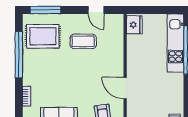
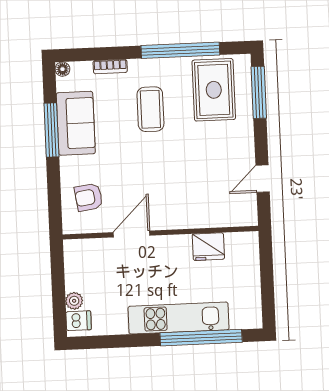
fridge: (134, 25) -> (208, 247), moved
coffee table: (83, 41) -> (150, 109), moved
kitchen unit: (175, 43) -> (179, 318), moved

